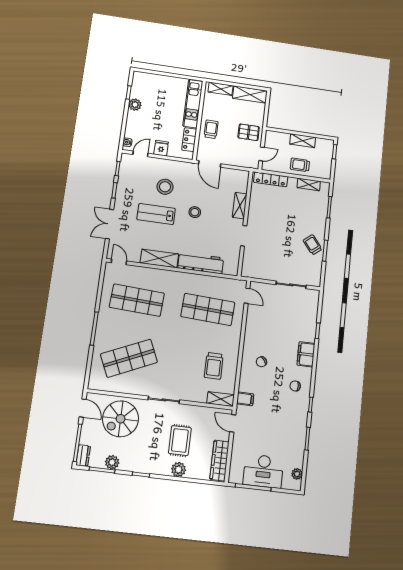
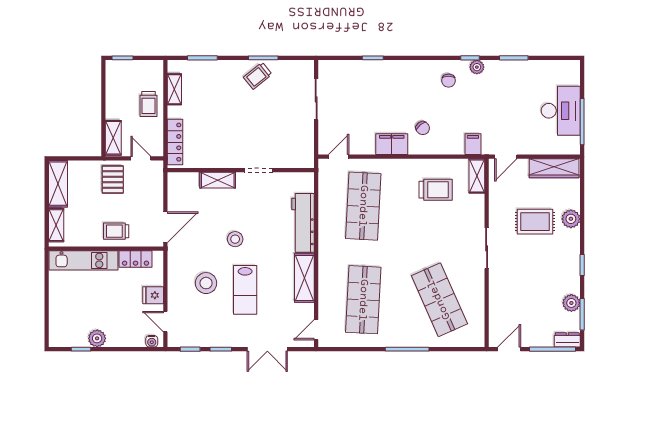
shelving: (303, 141) -> (113, 138), moved
filing cabinet: (306, 354) -> (392, 144), moved, turned 180
spiral stairs: (121, 419) -> (517, 300), removed
plant: (297, 474) -> (477, 67), moved

